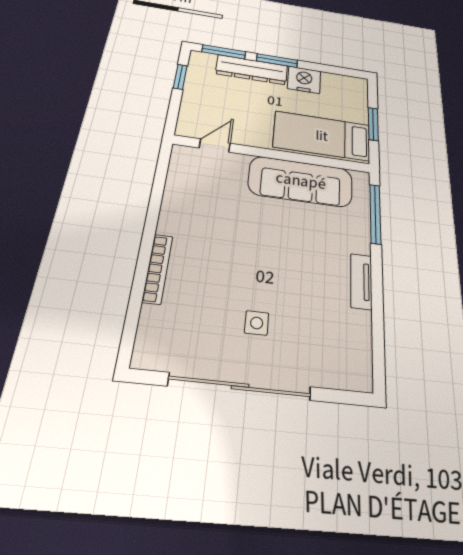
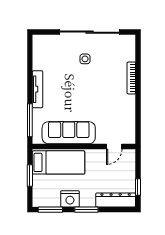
window: (224, 52) -> (50, 210), moved
dresser: (252, 70) -> (116, 200), moved
tv unit: (361, 281) -> (38, 89), width x1.41

